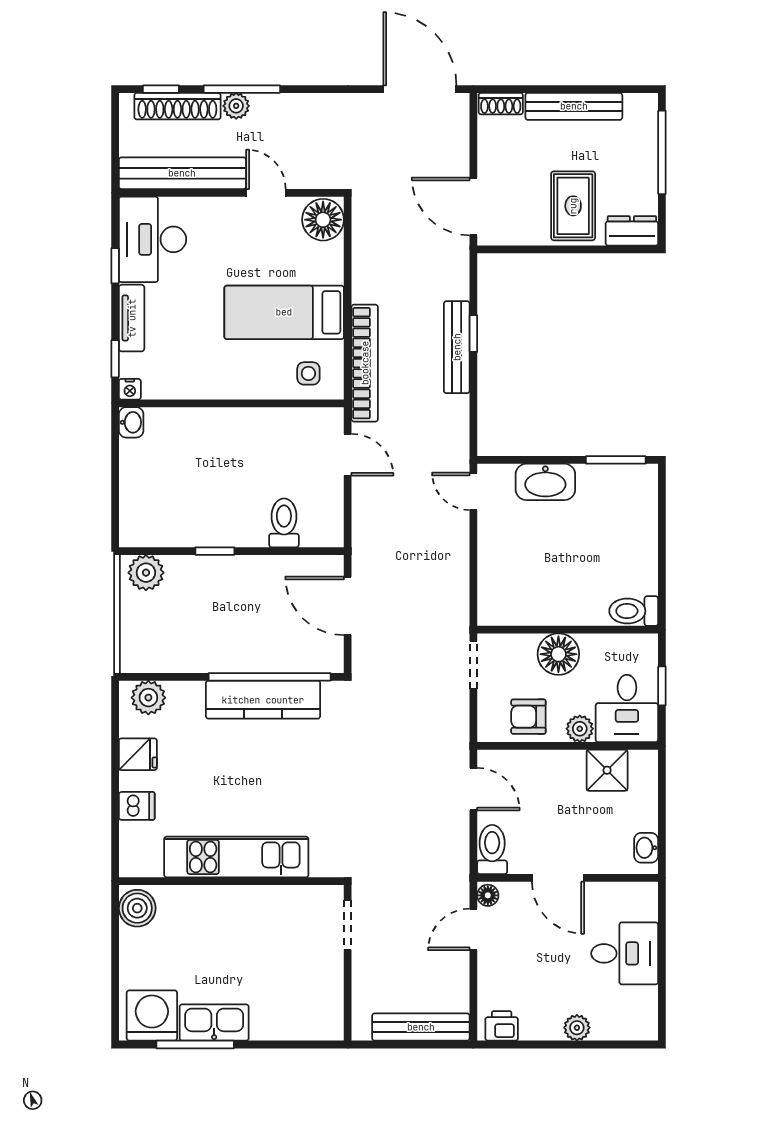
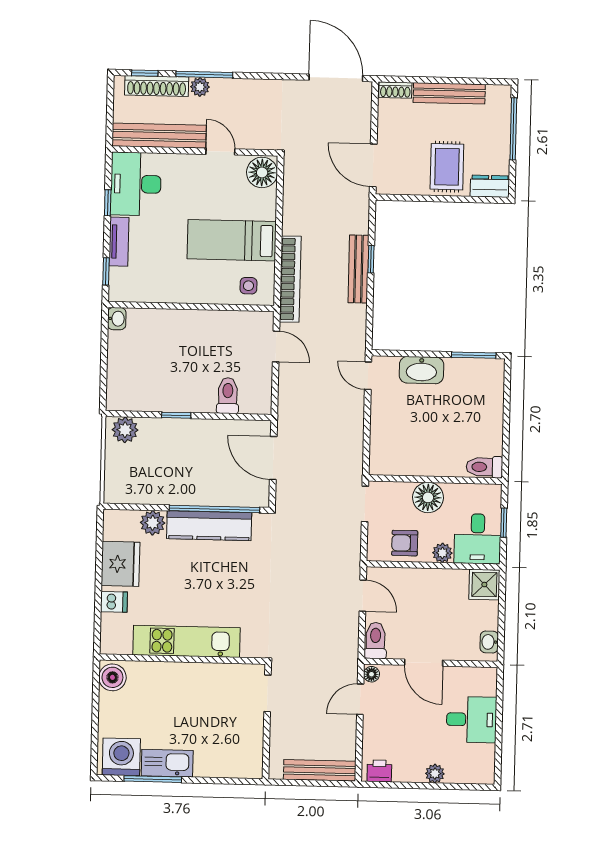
nightstand: (130, 389) -> (116, 294), removed
plant: (148, 698) -> (153, 523), moved
fridge: (138, 754) -> (120, 564), width x1.88, depth x1.34
shower: (607, 770) -> (484, 585), moved

